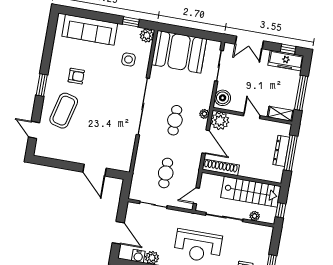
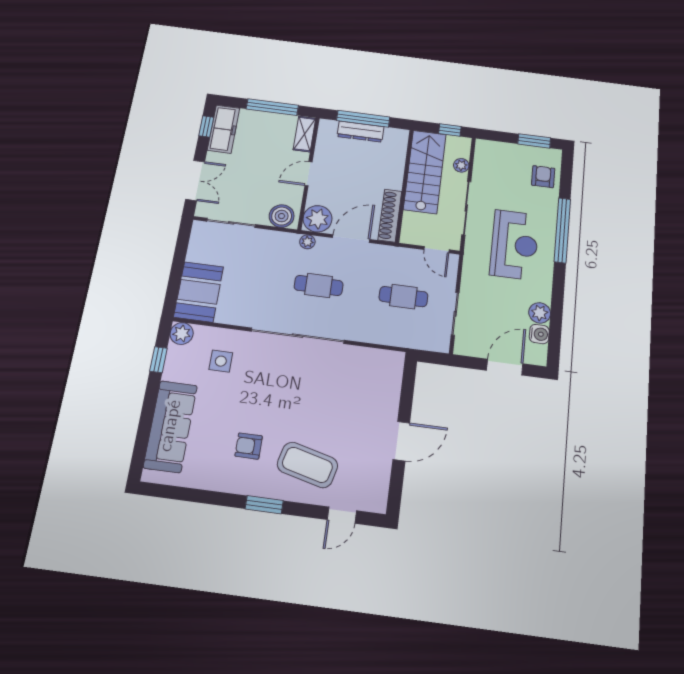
booth: (179, 52) -> (199, 292), width x0.73, depth x0.70
armchair: (76, 76) -> (249, 446), turned -90
door: (94, 170) -> (401, 441), moved

